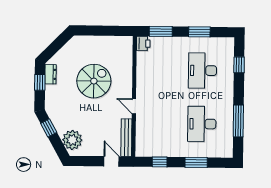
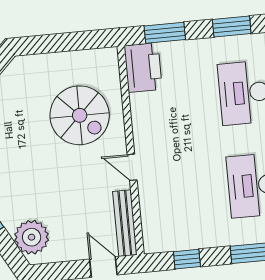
printer: (143, 44) -> (143, 68), width x1.87, depth x1.48
spiral stairs: (94, 81) -> (80, 115), moved, turned 90

